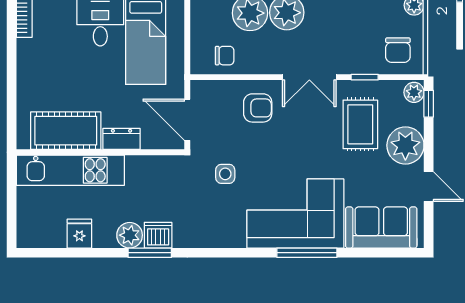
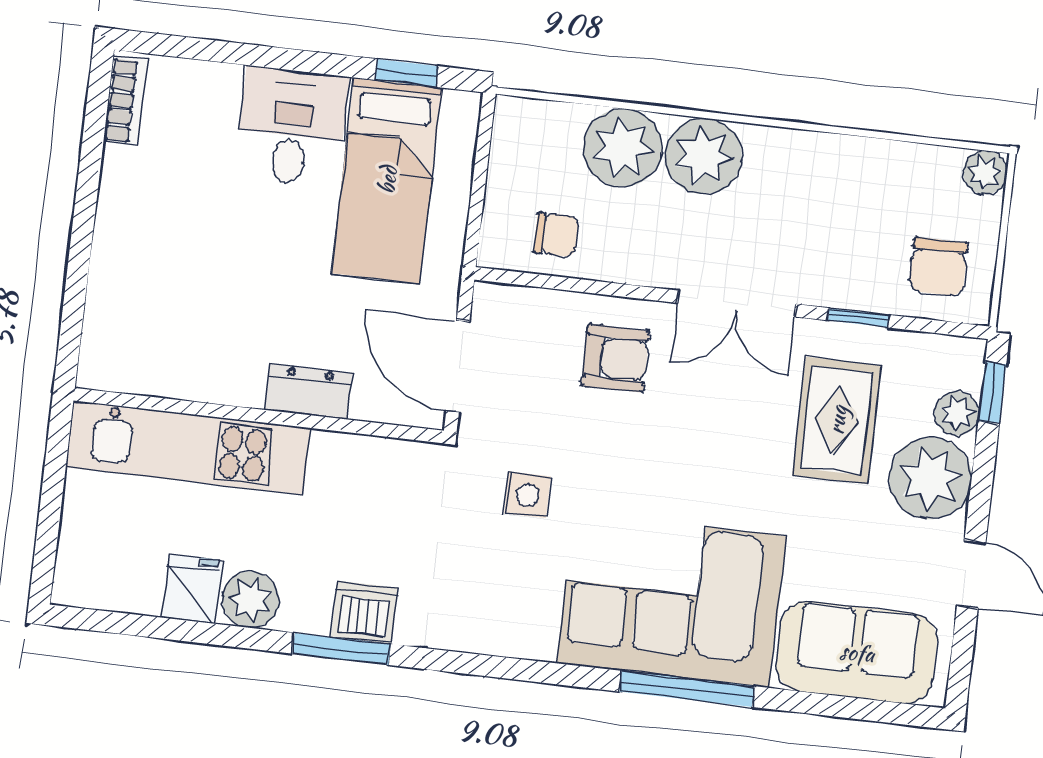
plant: (414, 92) -> (957, 413), moved
cot: (66, 131) -> (188, 360), removed
plant: (130, 235) -> (251, 599), moved

